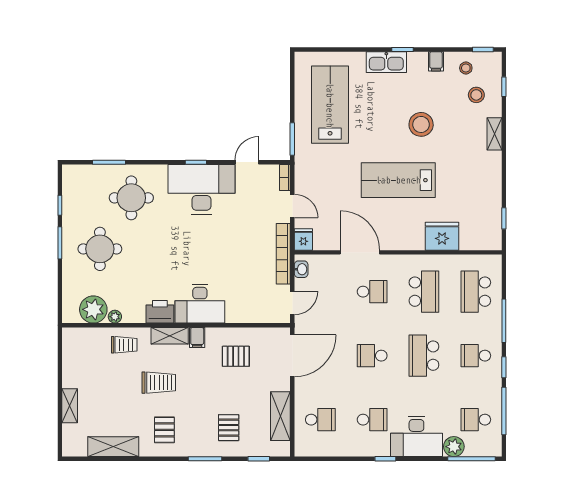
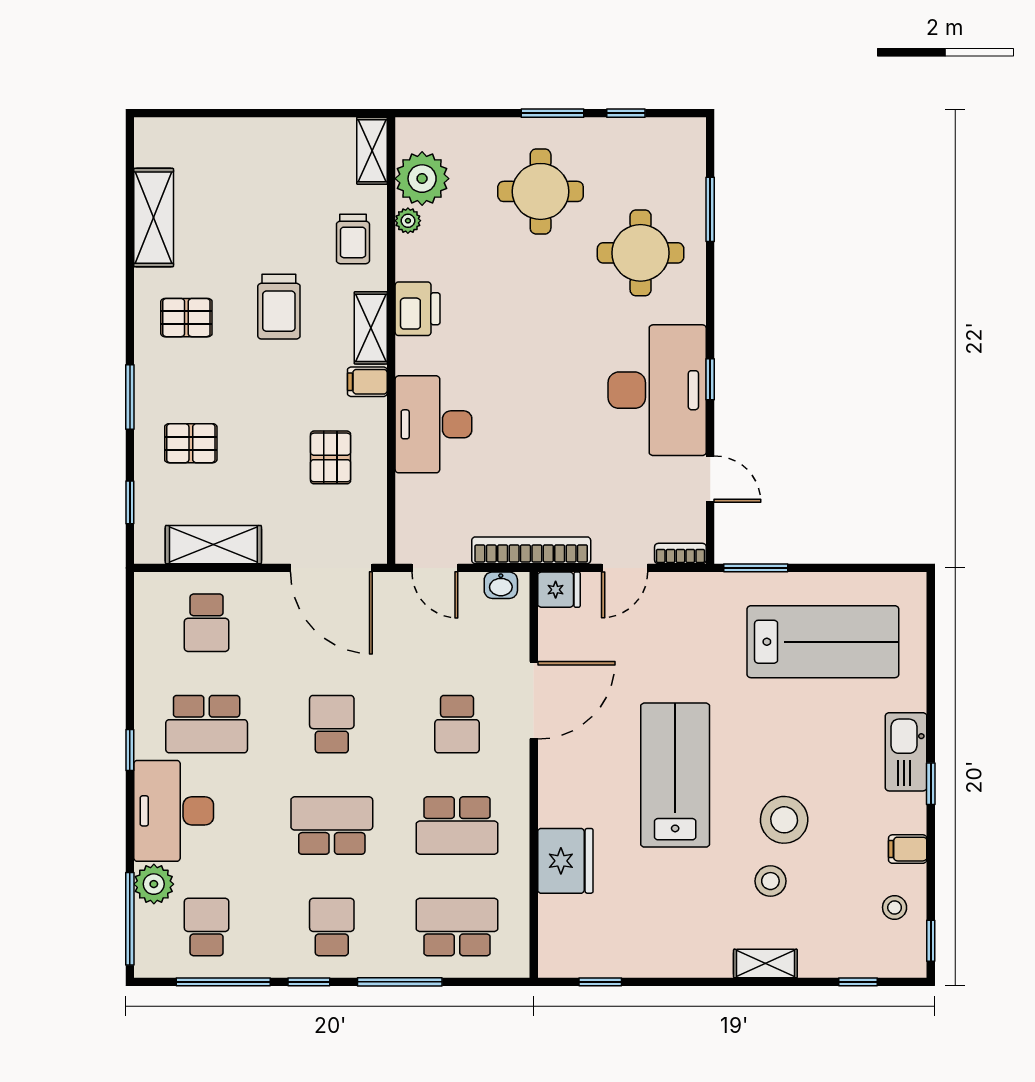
stool: (476, 95) -> (770, 881), moved
desk: (200, 304) -> (433, 424), moved
shelving: (70, 406) -> (372, 151), moved, turned 90
school desk: (372, 420) -> (207, 724), width x1.85

